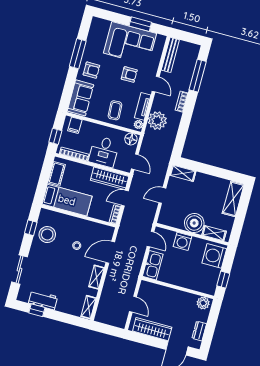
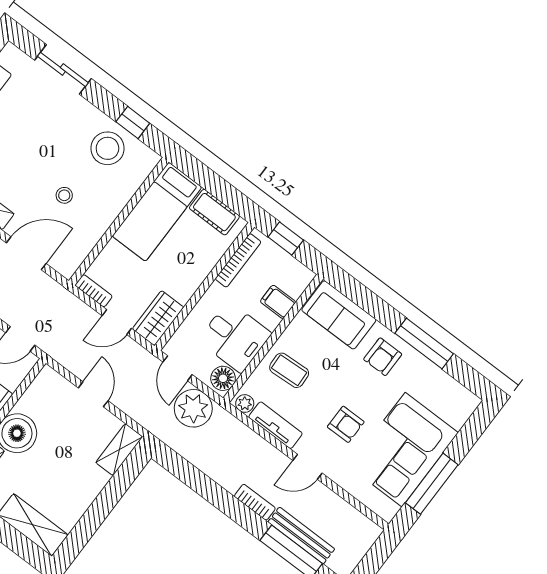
window: (140, 24) -> (432, 484), width x1.44
bench: (170, 55) -> (301, 536), moved
armchair: (129, 74) -> (346, 424), turned -90
plant: (157, 121) -> (193, 408), moved
filing cabinet: (75, 125) -> (278, 302), moved
desk: (104, 152) -> (235, 337), moved, turned 180
door: (135, 162) -> (178, 368), hinge flipped
wardrobe: (110, 178) -> (158, 318), width x0.67
door: (125, 198) -> (117, 322), swing flipped
door: (110, 252) -> (26, 253), hinge flipped

